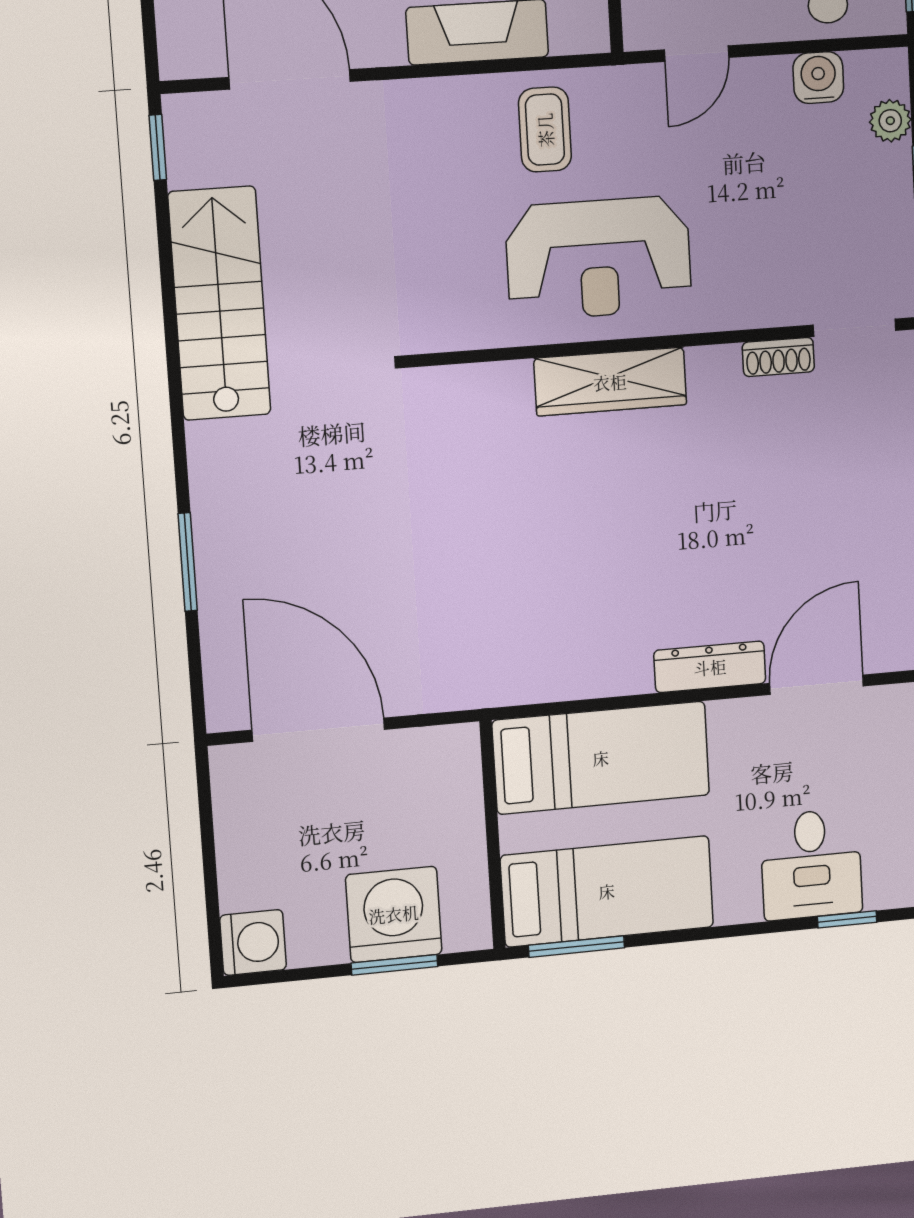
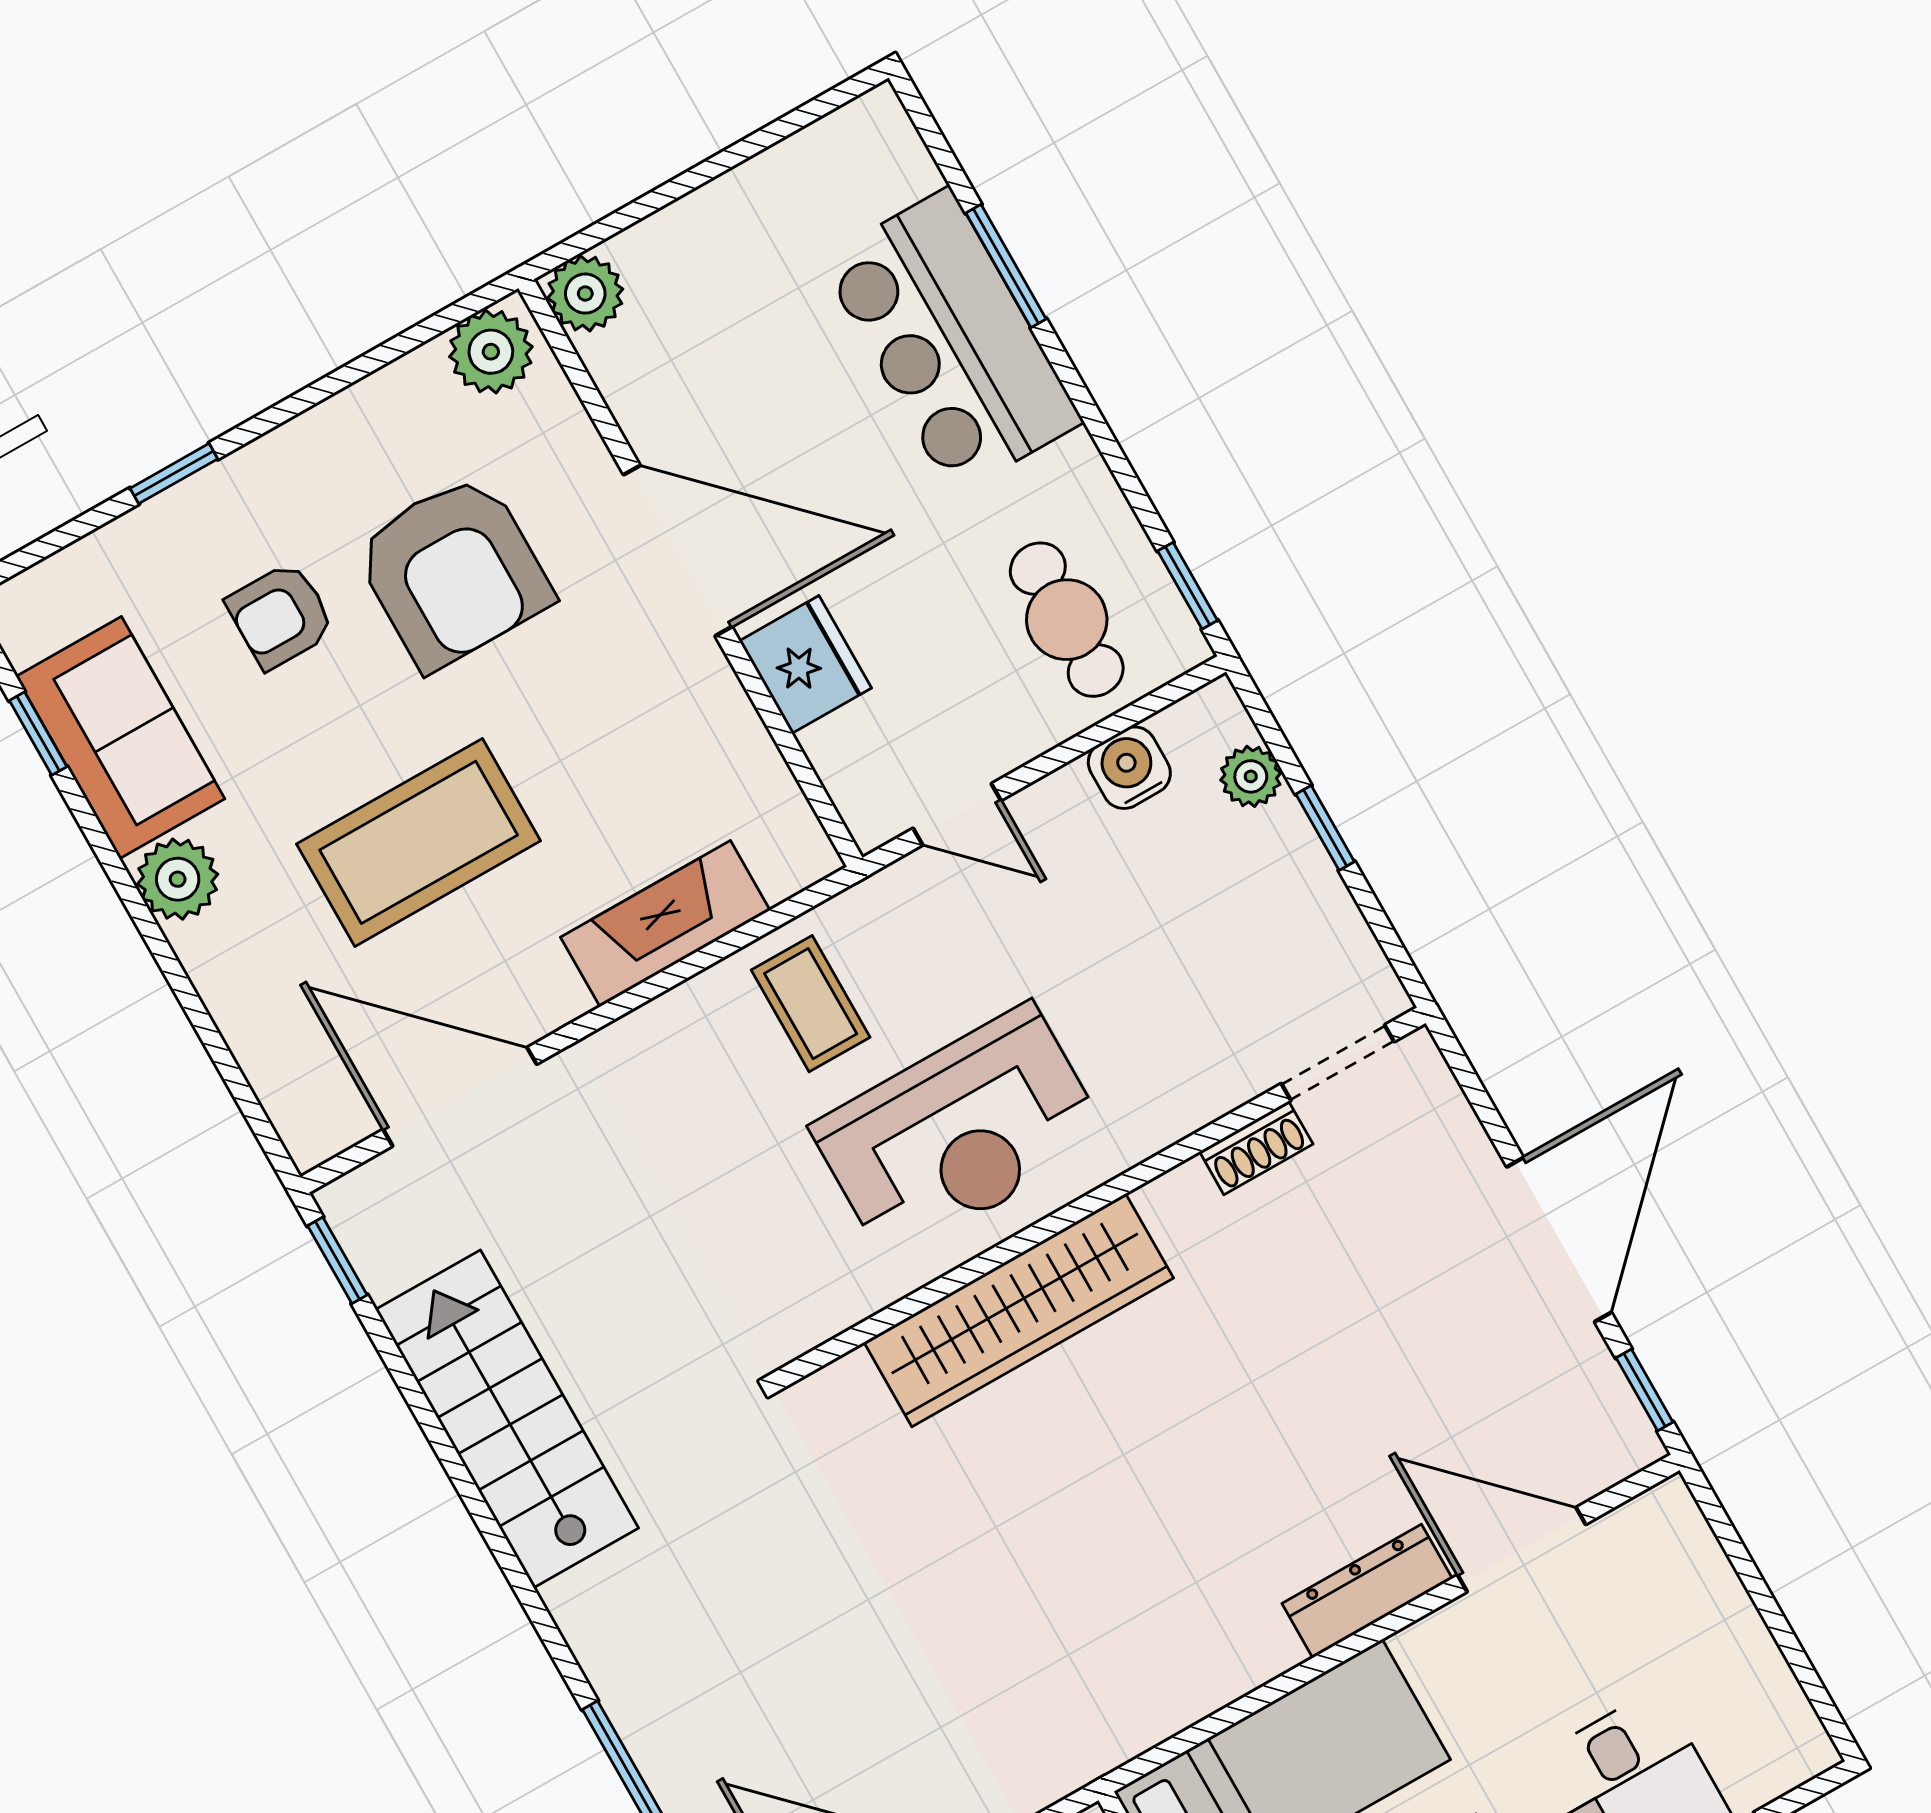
door: (697, 54) -> (957, 814), hinge flipped
wardrobe: (610, 382) -> (1019, 1310), width x1.40, depth x1.17
door: (817, 685) -> (1522, 1550), hinge flipped

